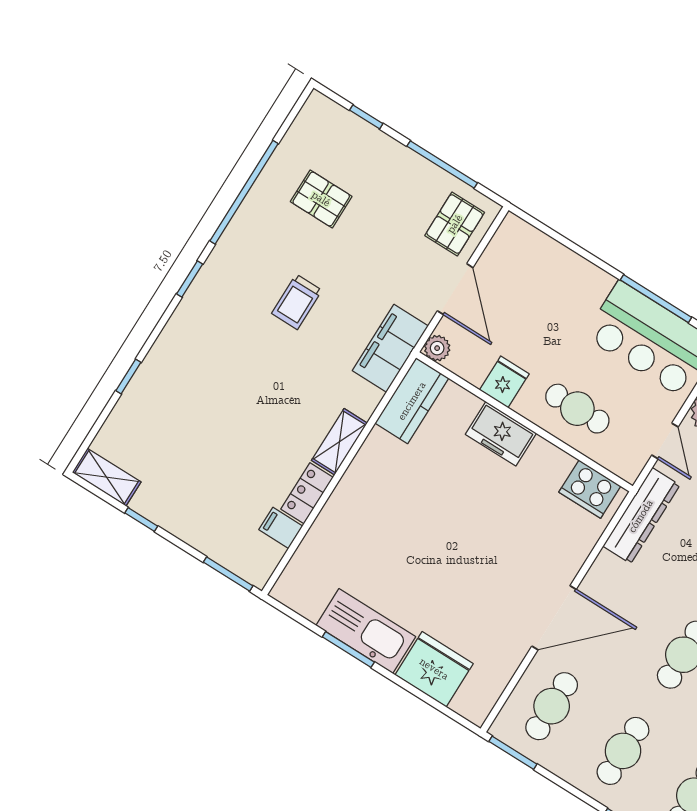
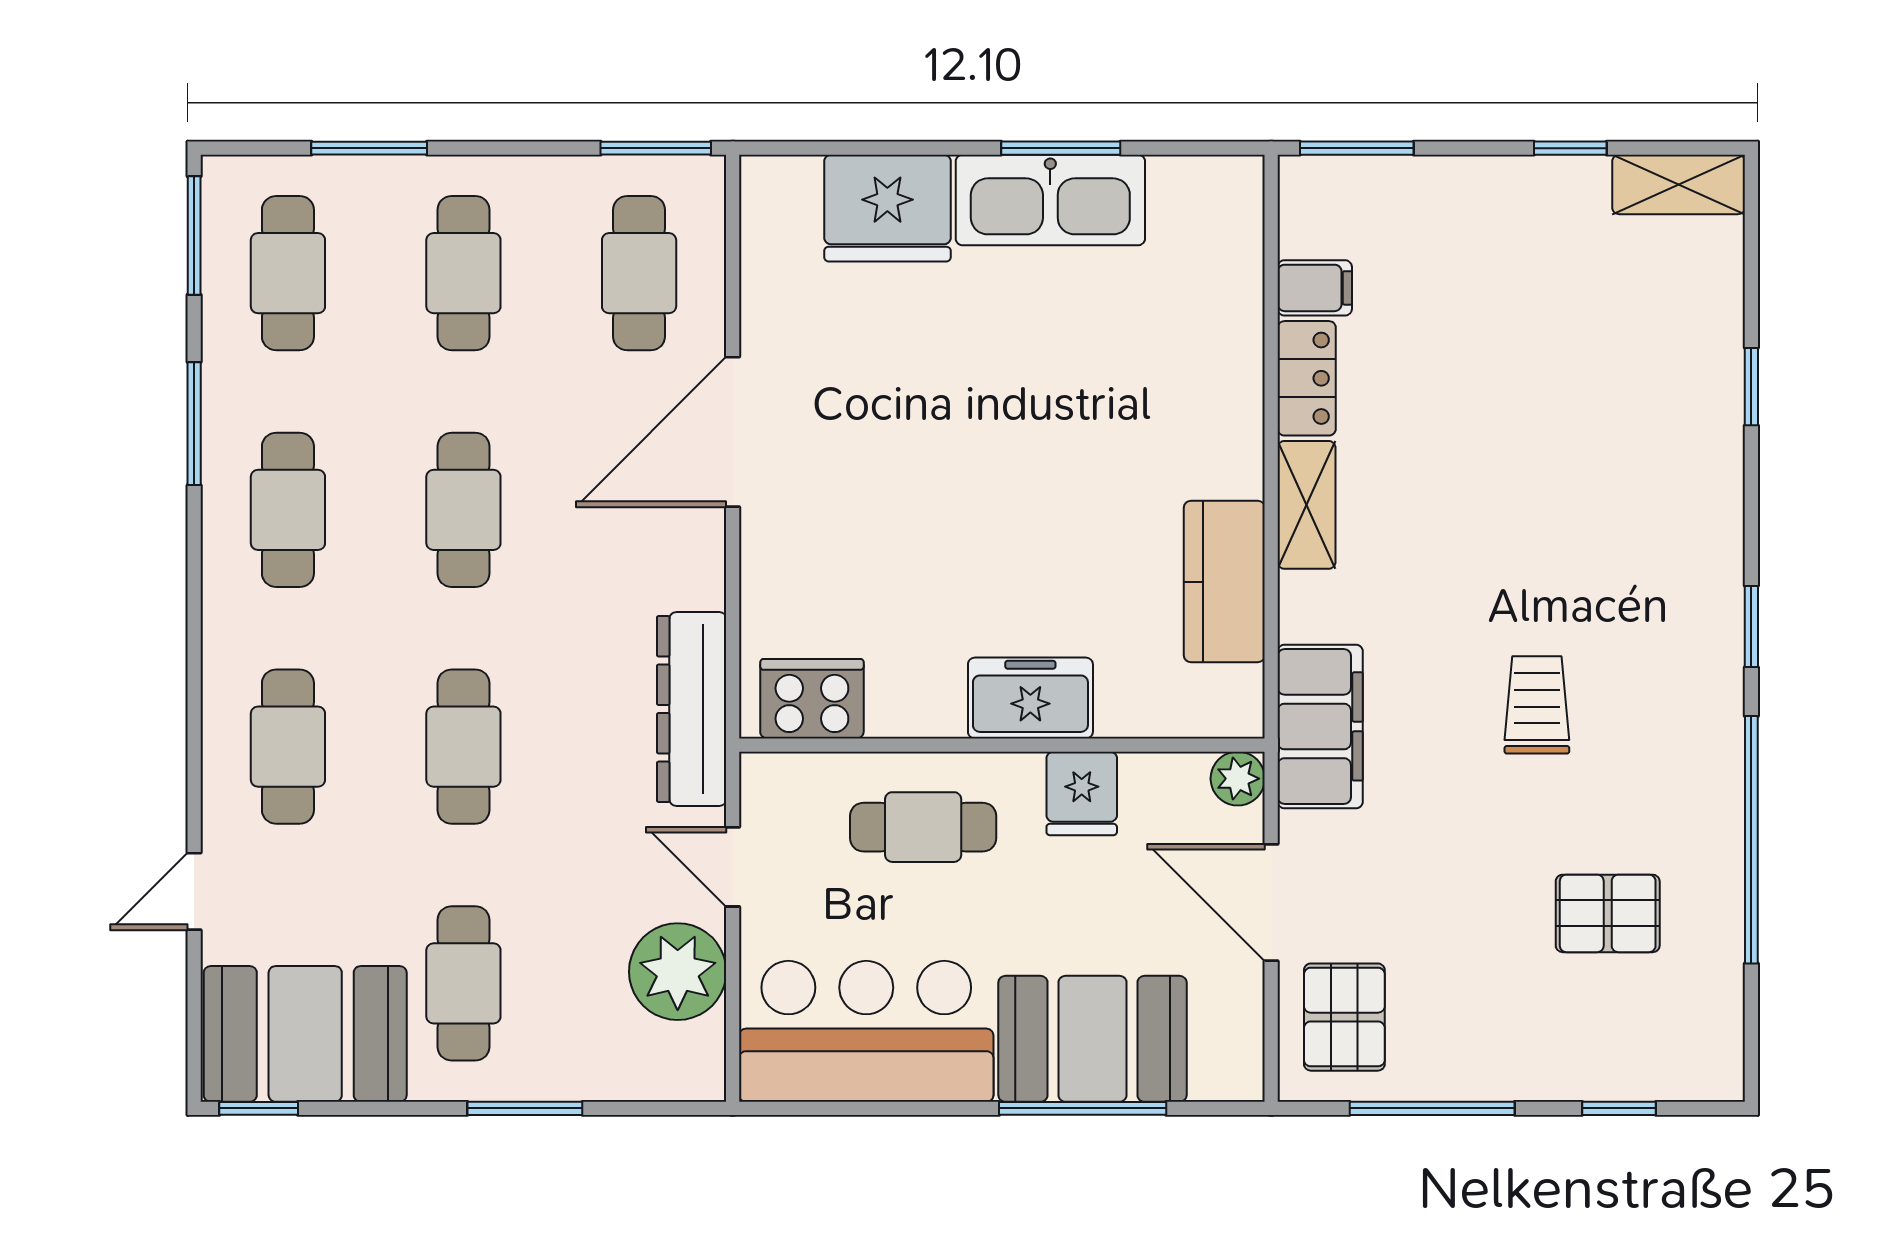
booth: (563, 279) -> (1092, 1039), added
window: (656, 299) -> (1083, 1108), moved
kitchen counter: (412, 401) -> (1224, 582), moved

